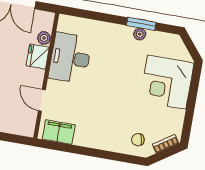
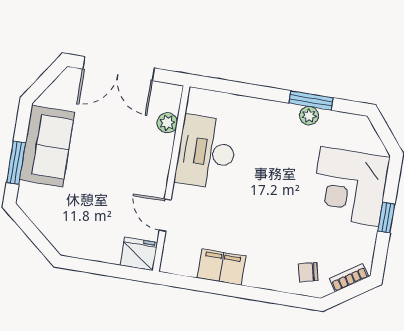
fridge: (38, 57) -> (139, 254), moved, turned 90
window: (191, 103) -> (386, 218), added
filing cabinet: (59, 132) -> (221, 267), moved

